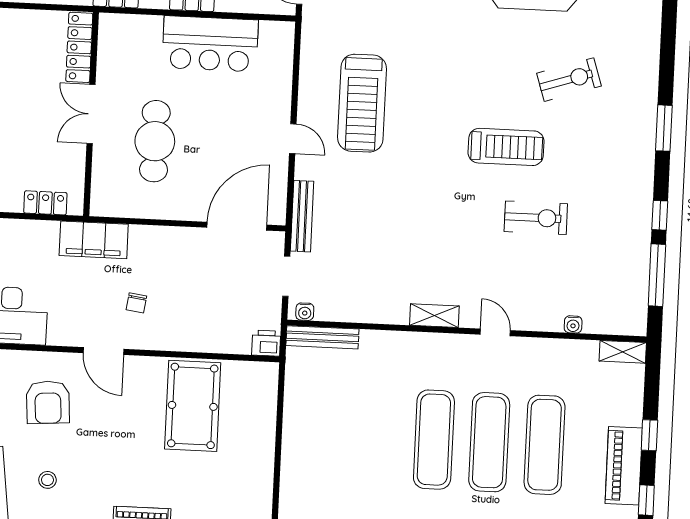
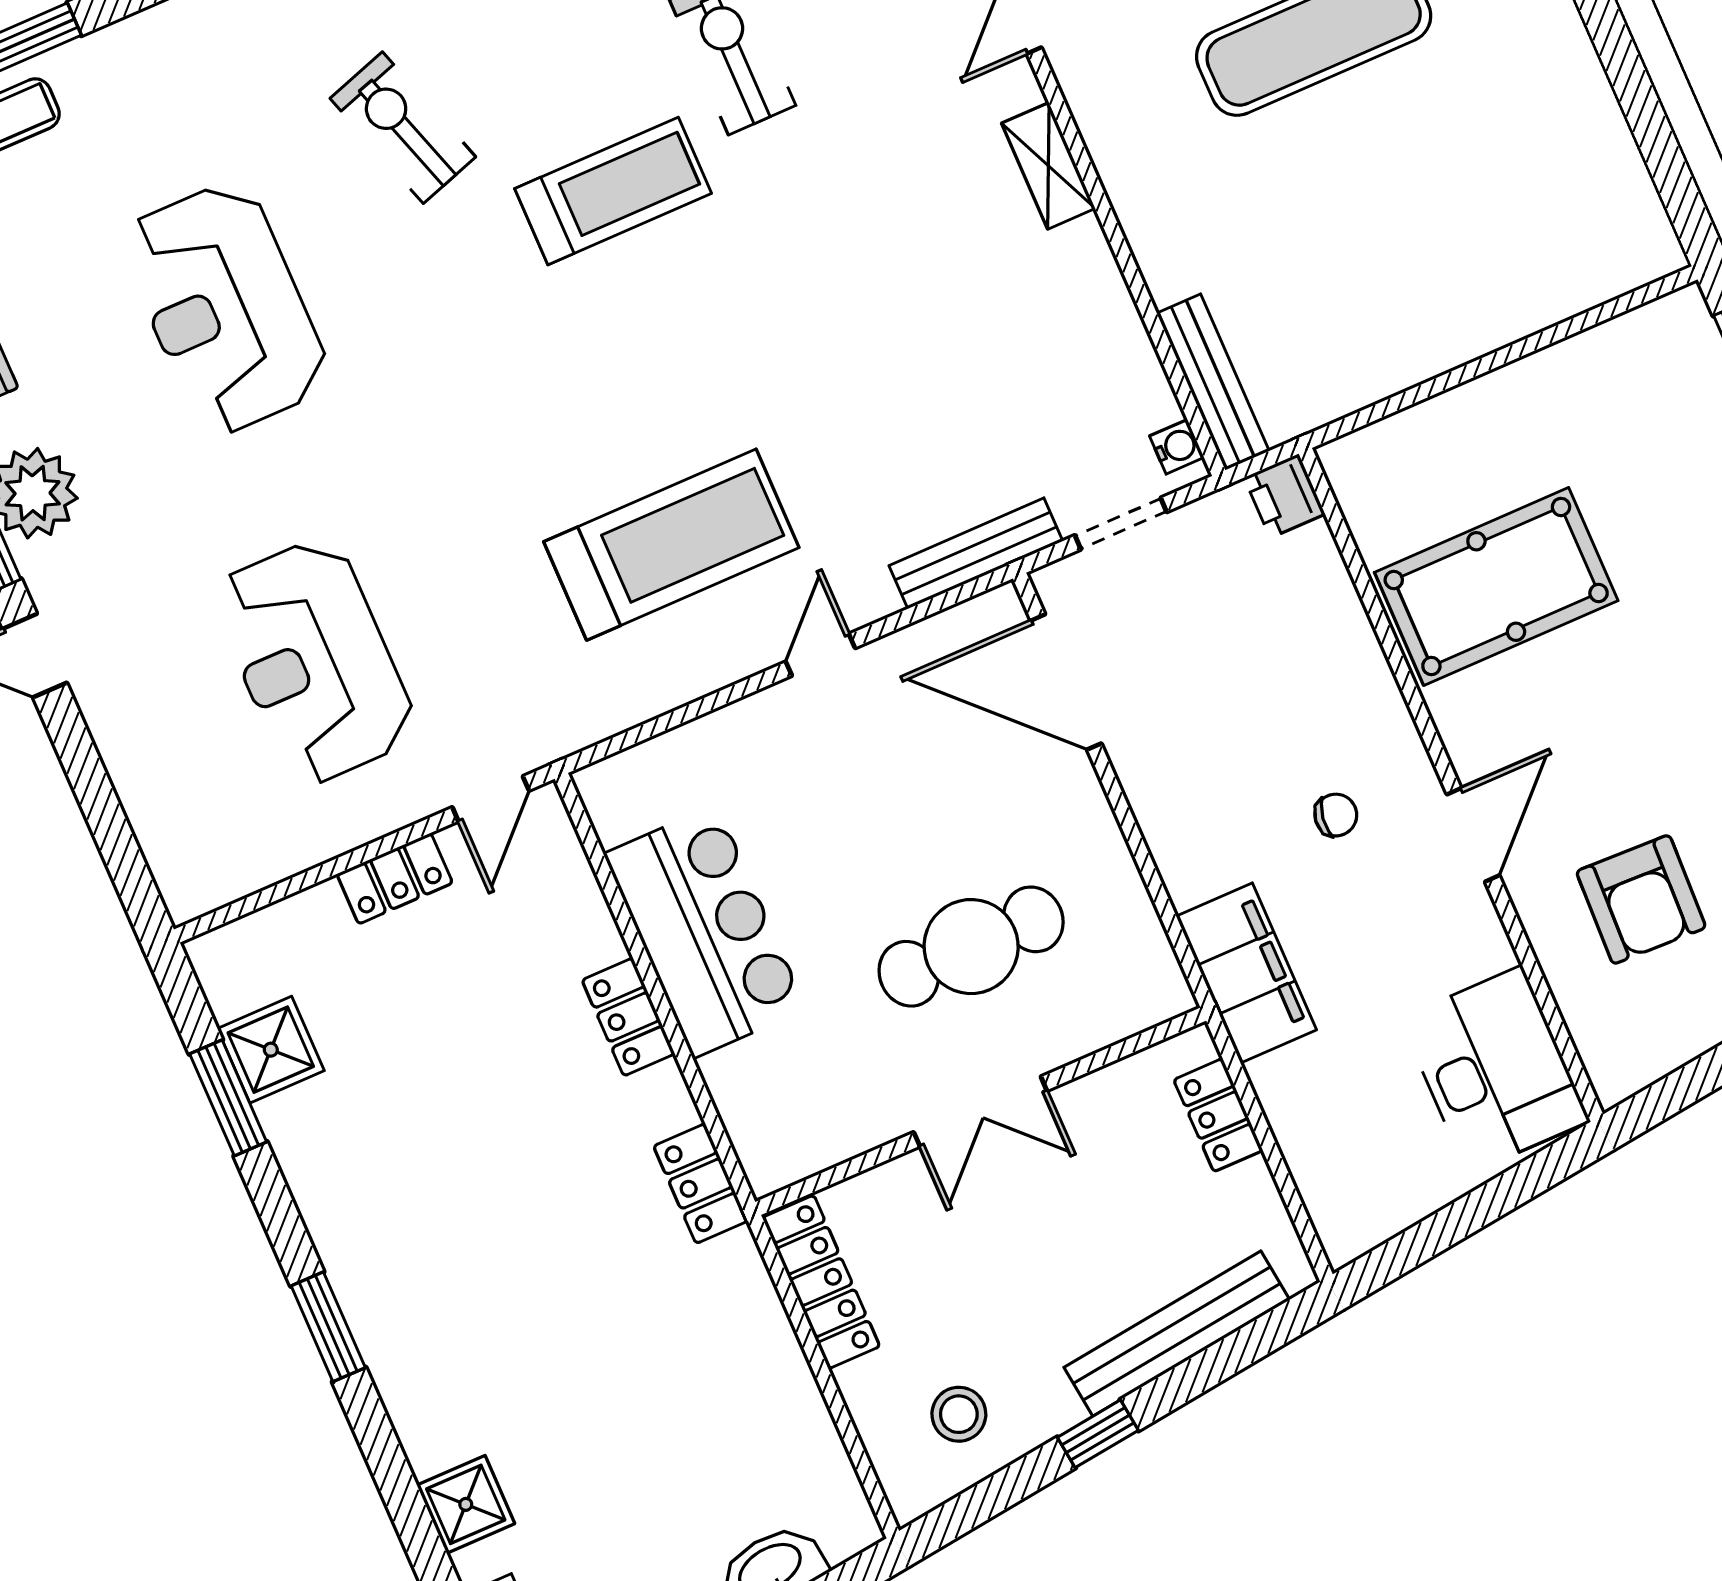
locker: (79, 47) -> (821, 1282), moved, turned -90
treadmill: (506, 147) -> (613, 191), turned 90
armchair: (48, 402) -> (1641, 899), turned 96

